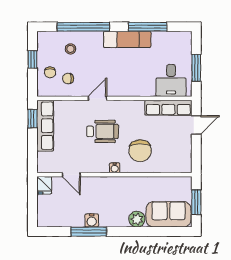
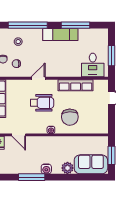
row of seats: (168, 108) -> (76, 85), moved
water cooler: (92, 220) -> (46, 169), moved

